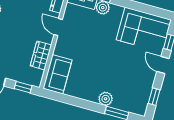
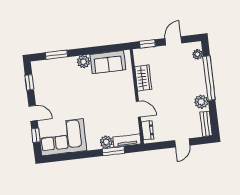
sofa: (57, 74) -> (108, 62), moved, turned -90
plant: (106, 99) -> (83, 62), moved

